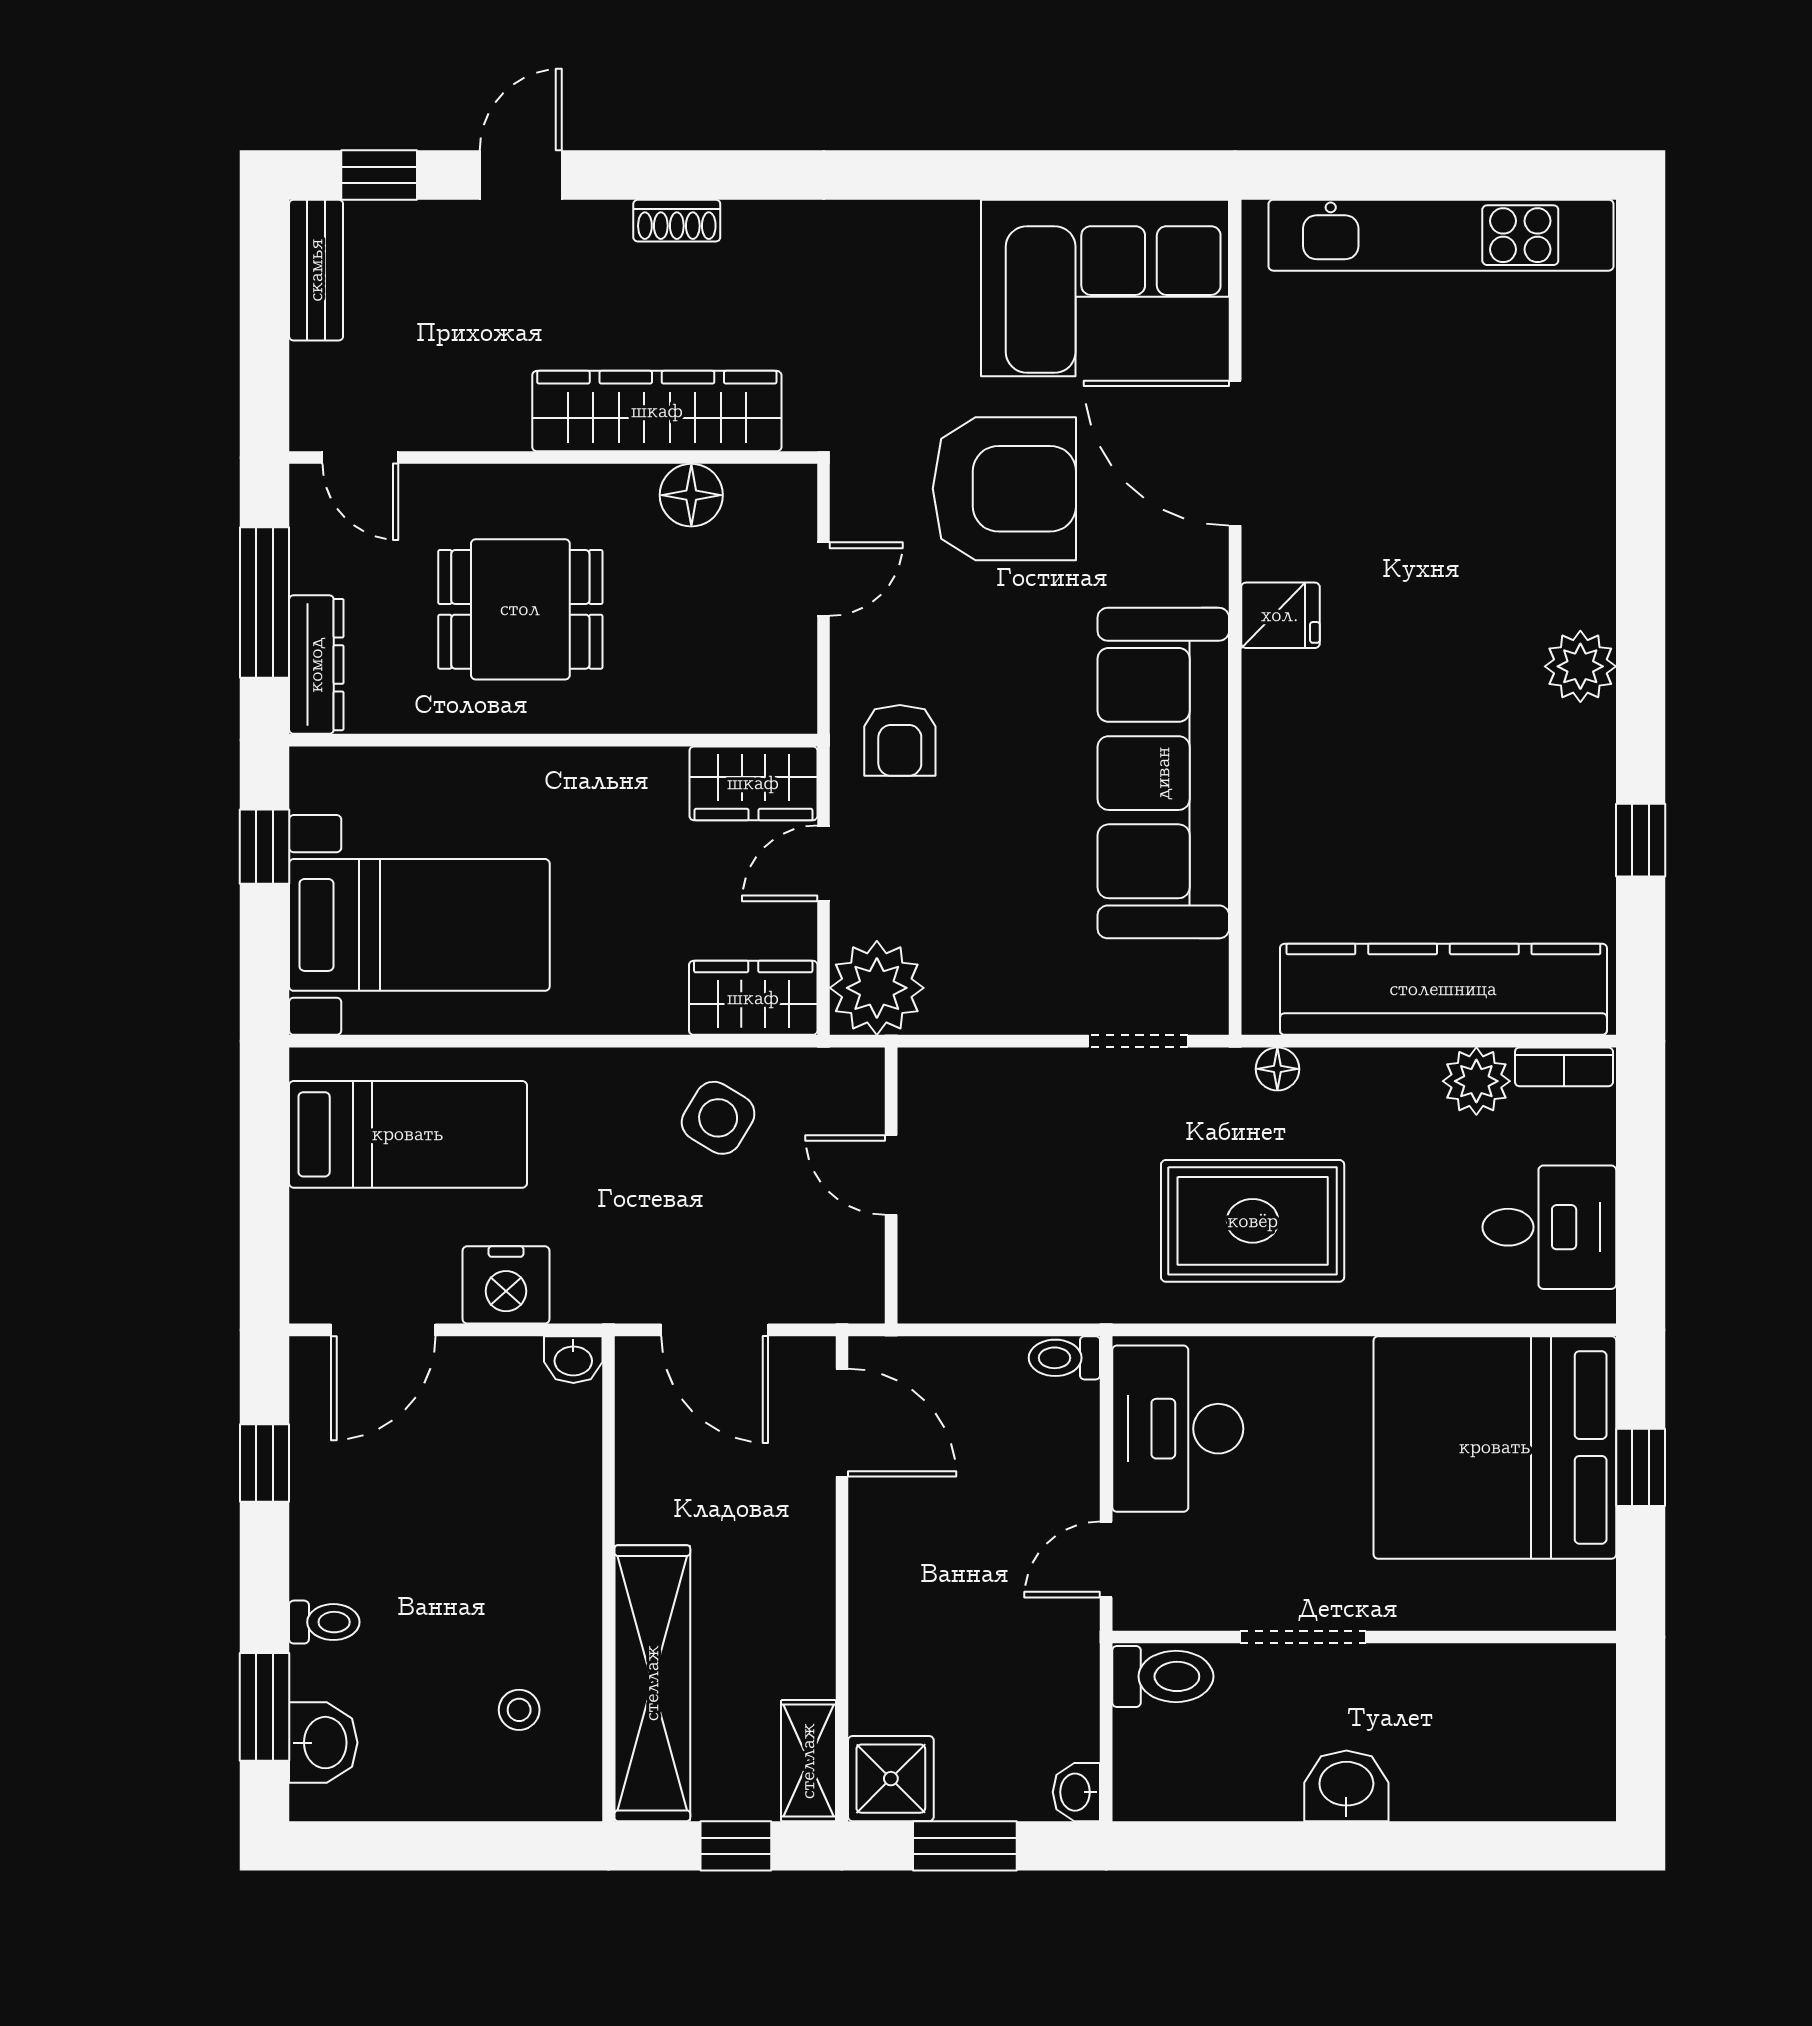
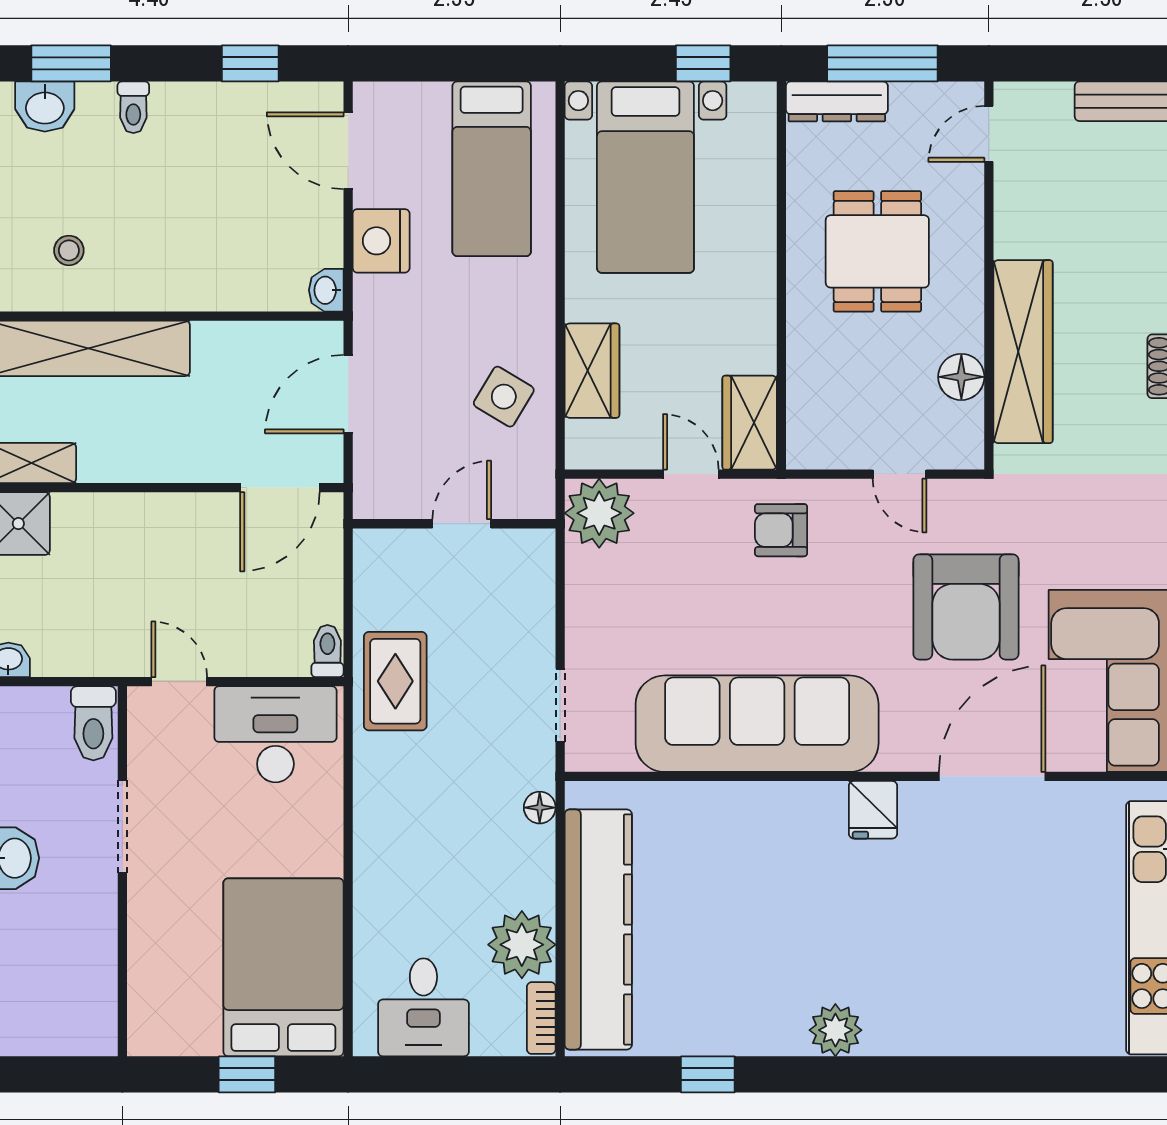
wardrobe: (753, 998) -> (592, 371), moved
plant: (1476, 1081) -> (522, 945), width x1.36, depth x1.36
rug: (1253, 1221) -> (395, 681), moved, width x0.73, depth x0.70
bed: (1495, 1447) -> (283, 967), width x0.73

